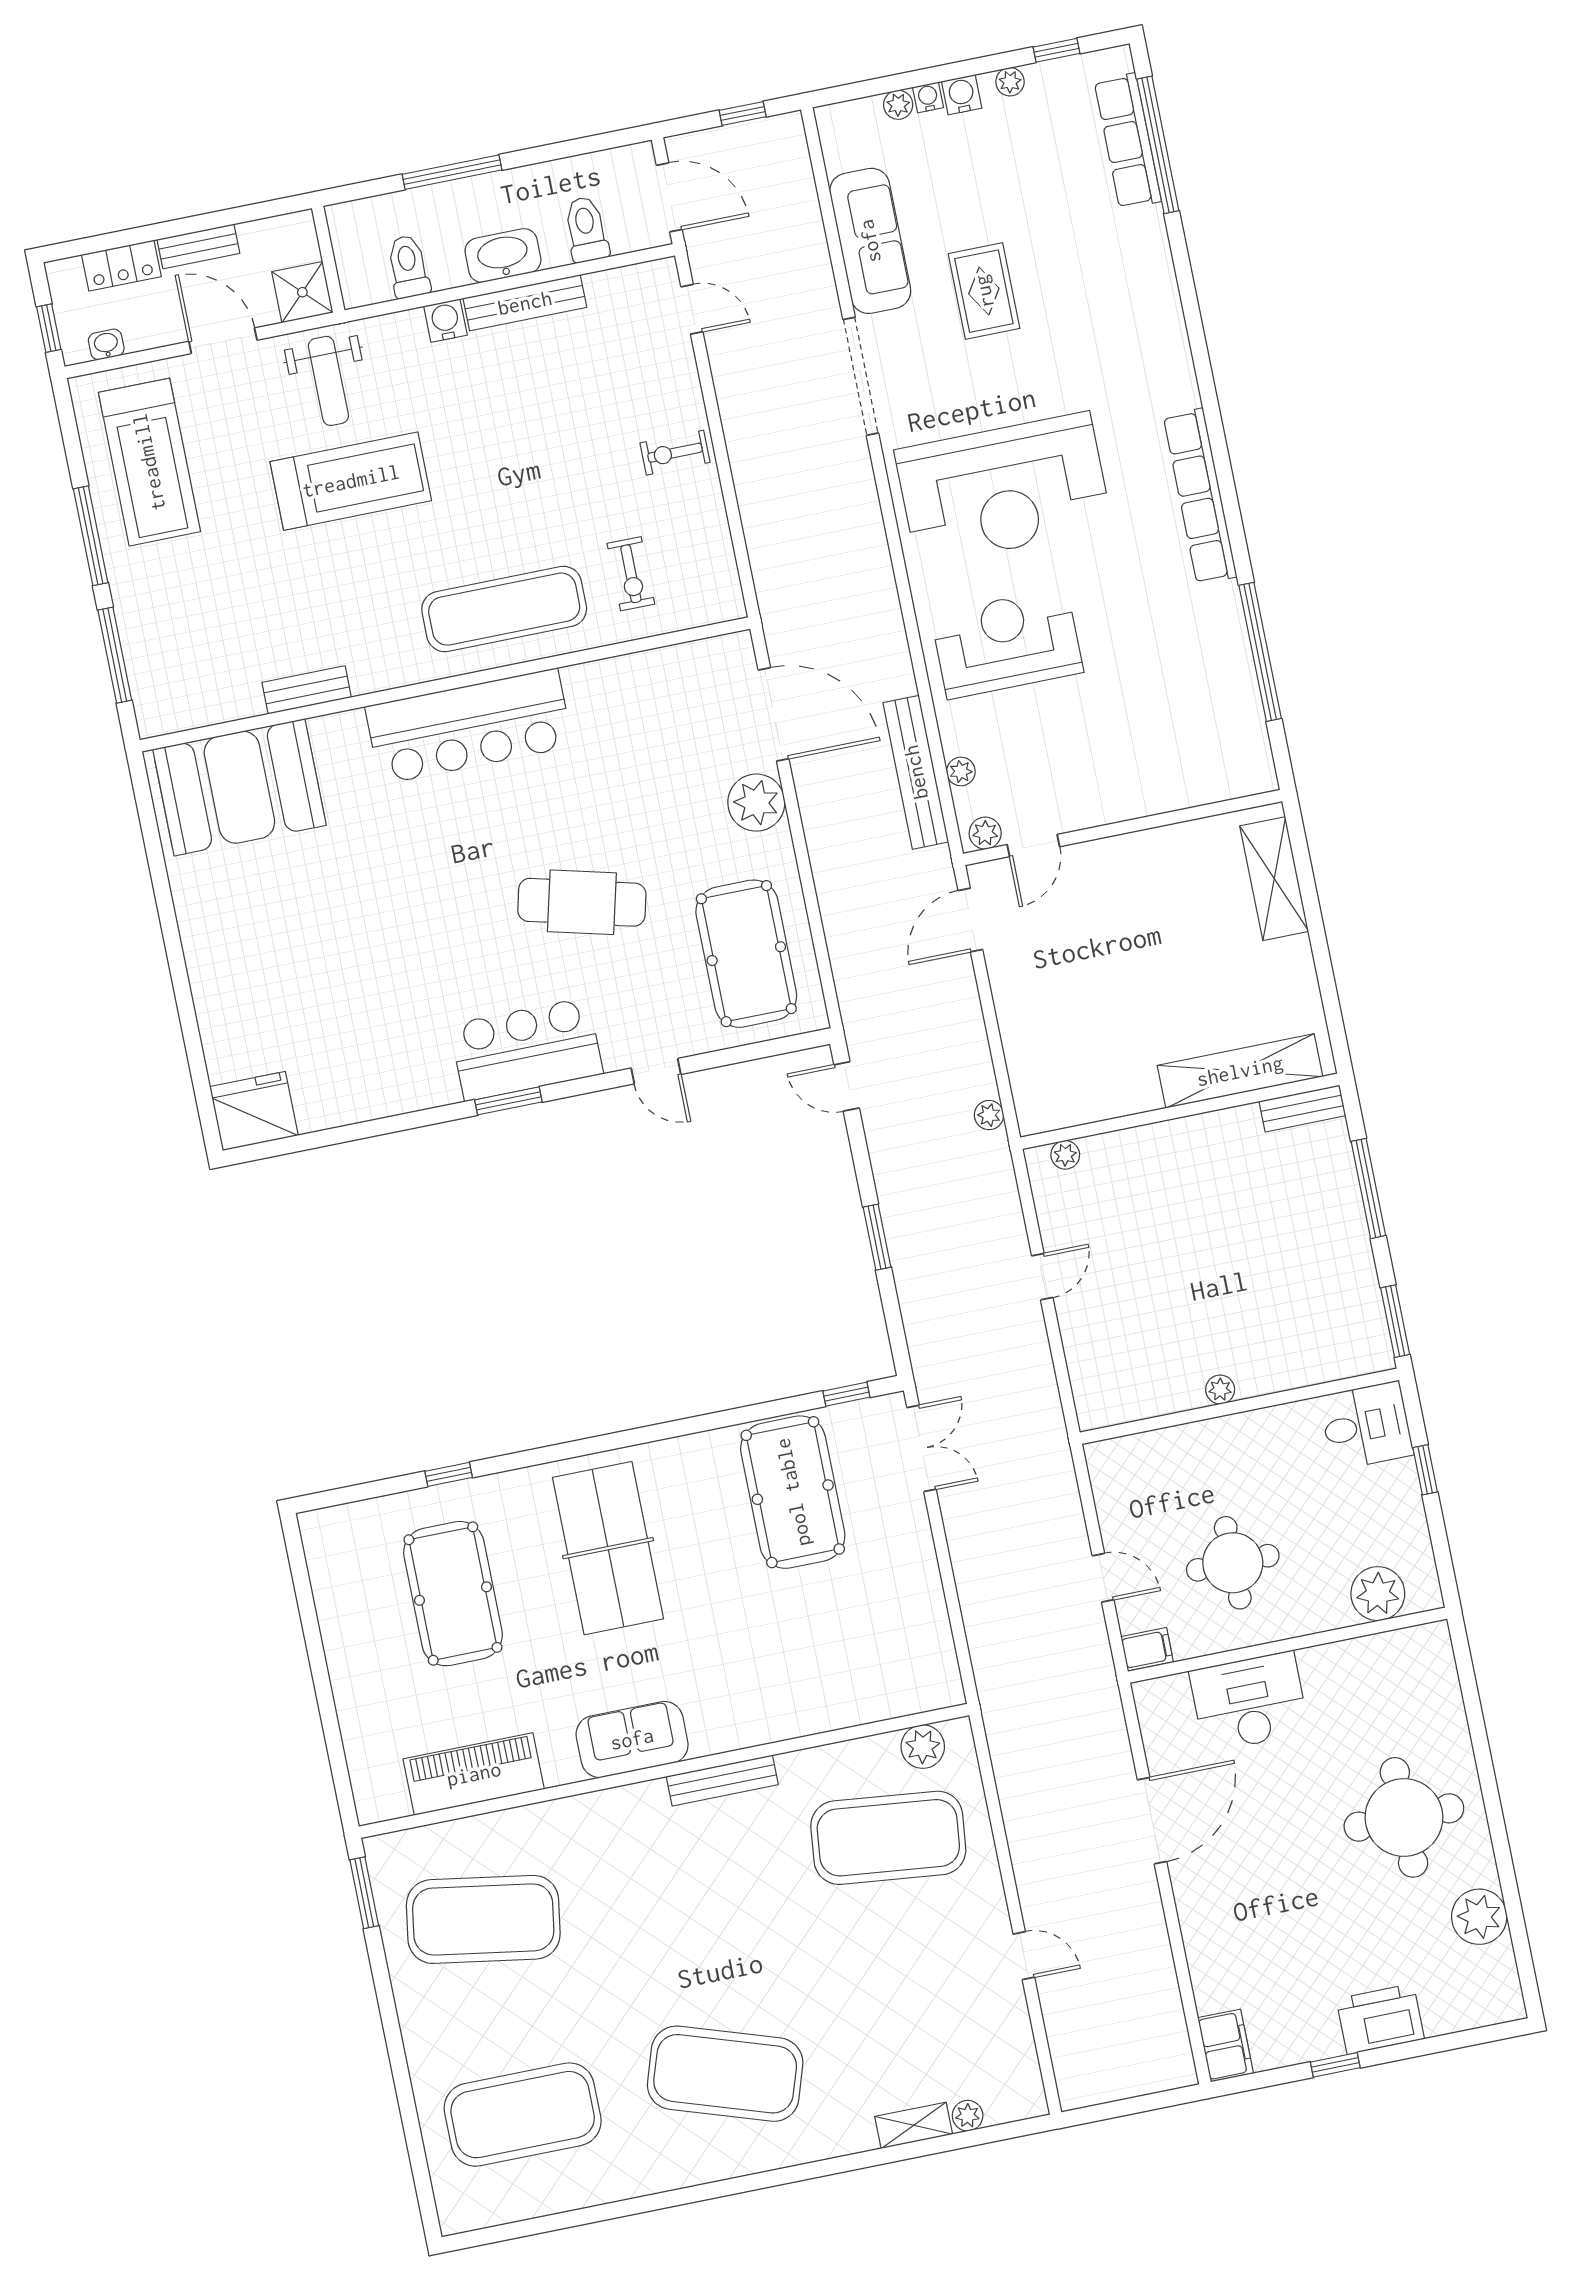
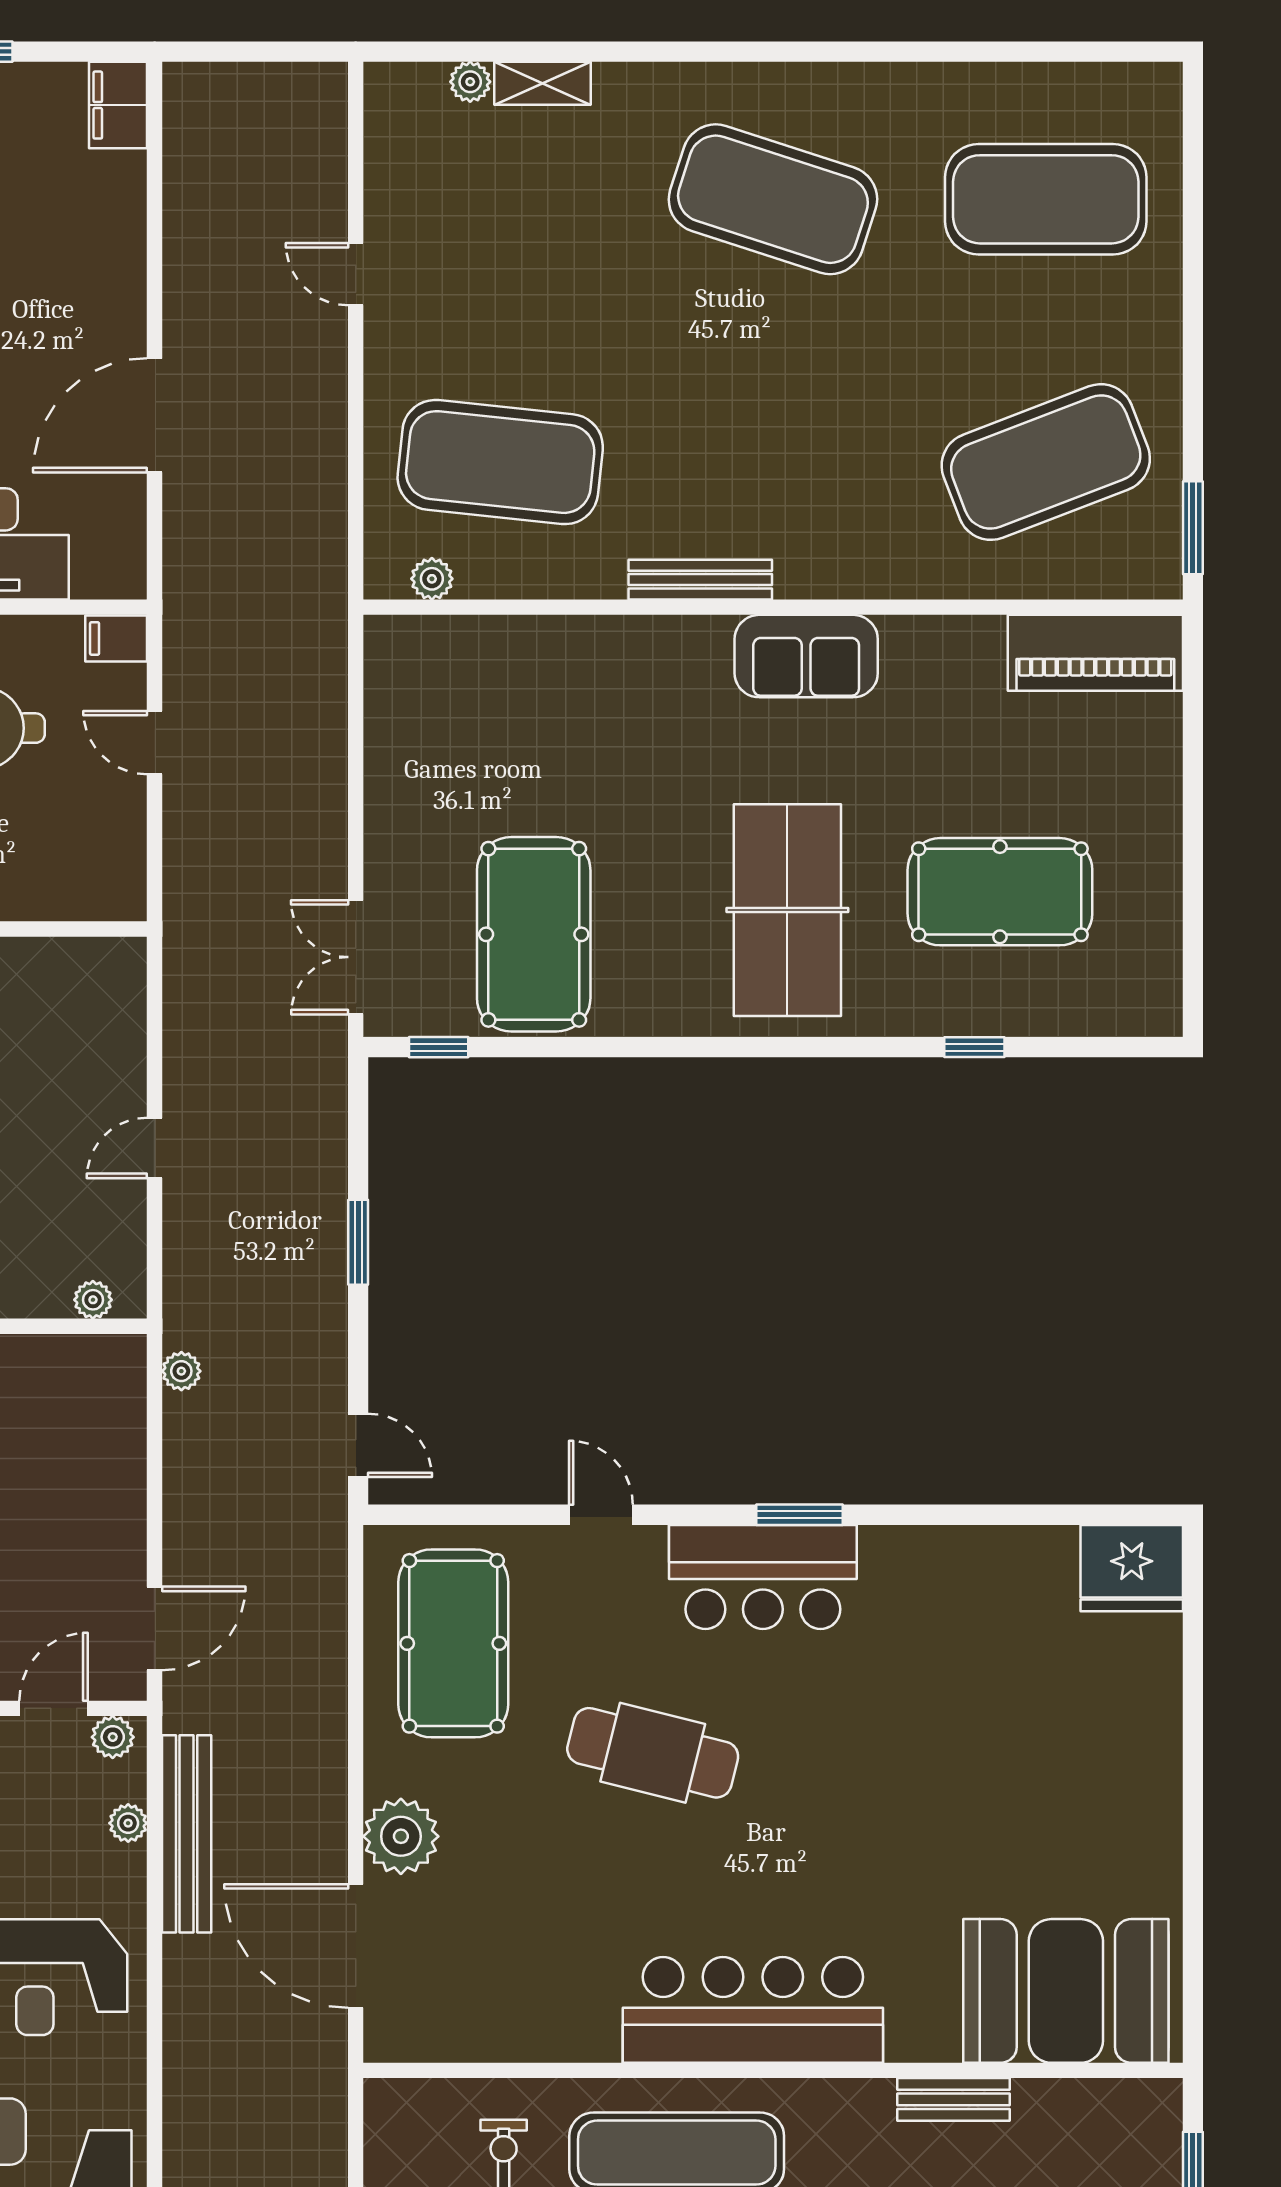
pool table: (453, 1594) -> (1000, 892), turned 90
plant: (923, 1747) -> (432, 579), width x0.73, depth x0.73
piano: (474, 1774) -> (1095, 653), moved
exercise mat: (483, 1919) -> (1046, 462), turned -30

